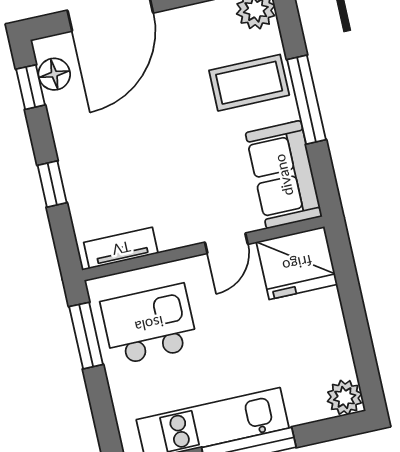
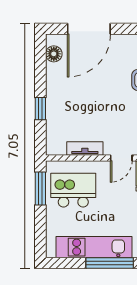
window: (31, 87) -> (40, 58), removed
tv unit: (121, 248) -> (85, 148), moved

